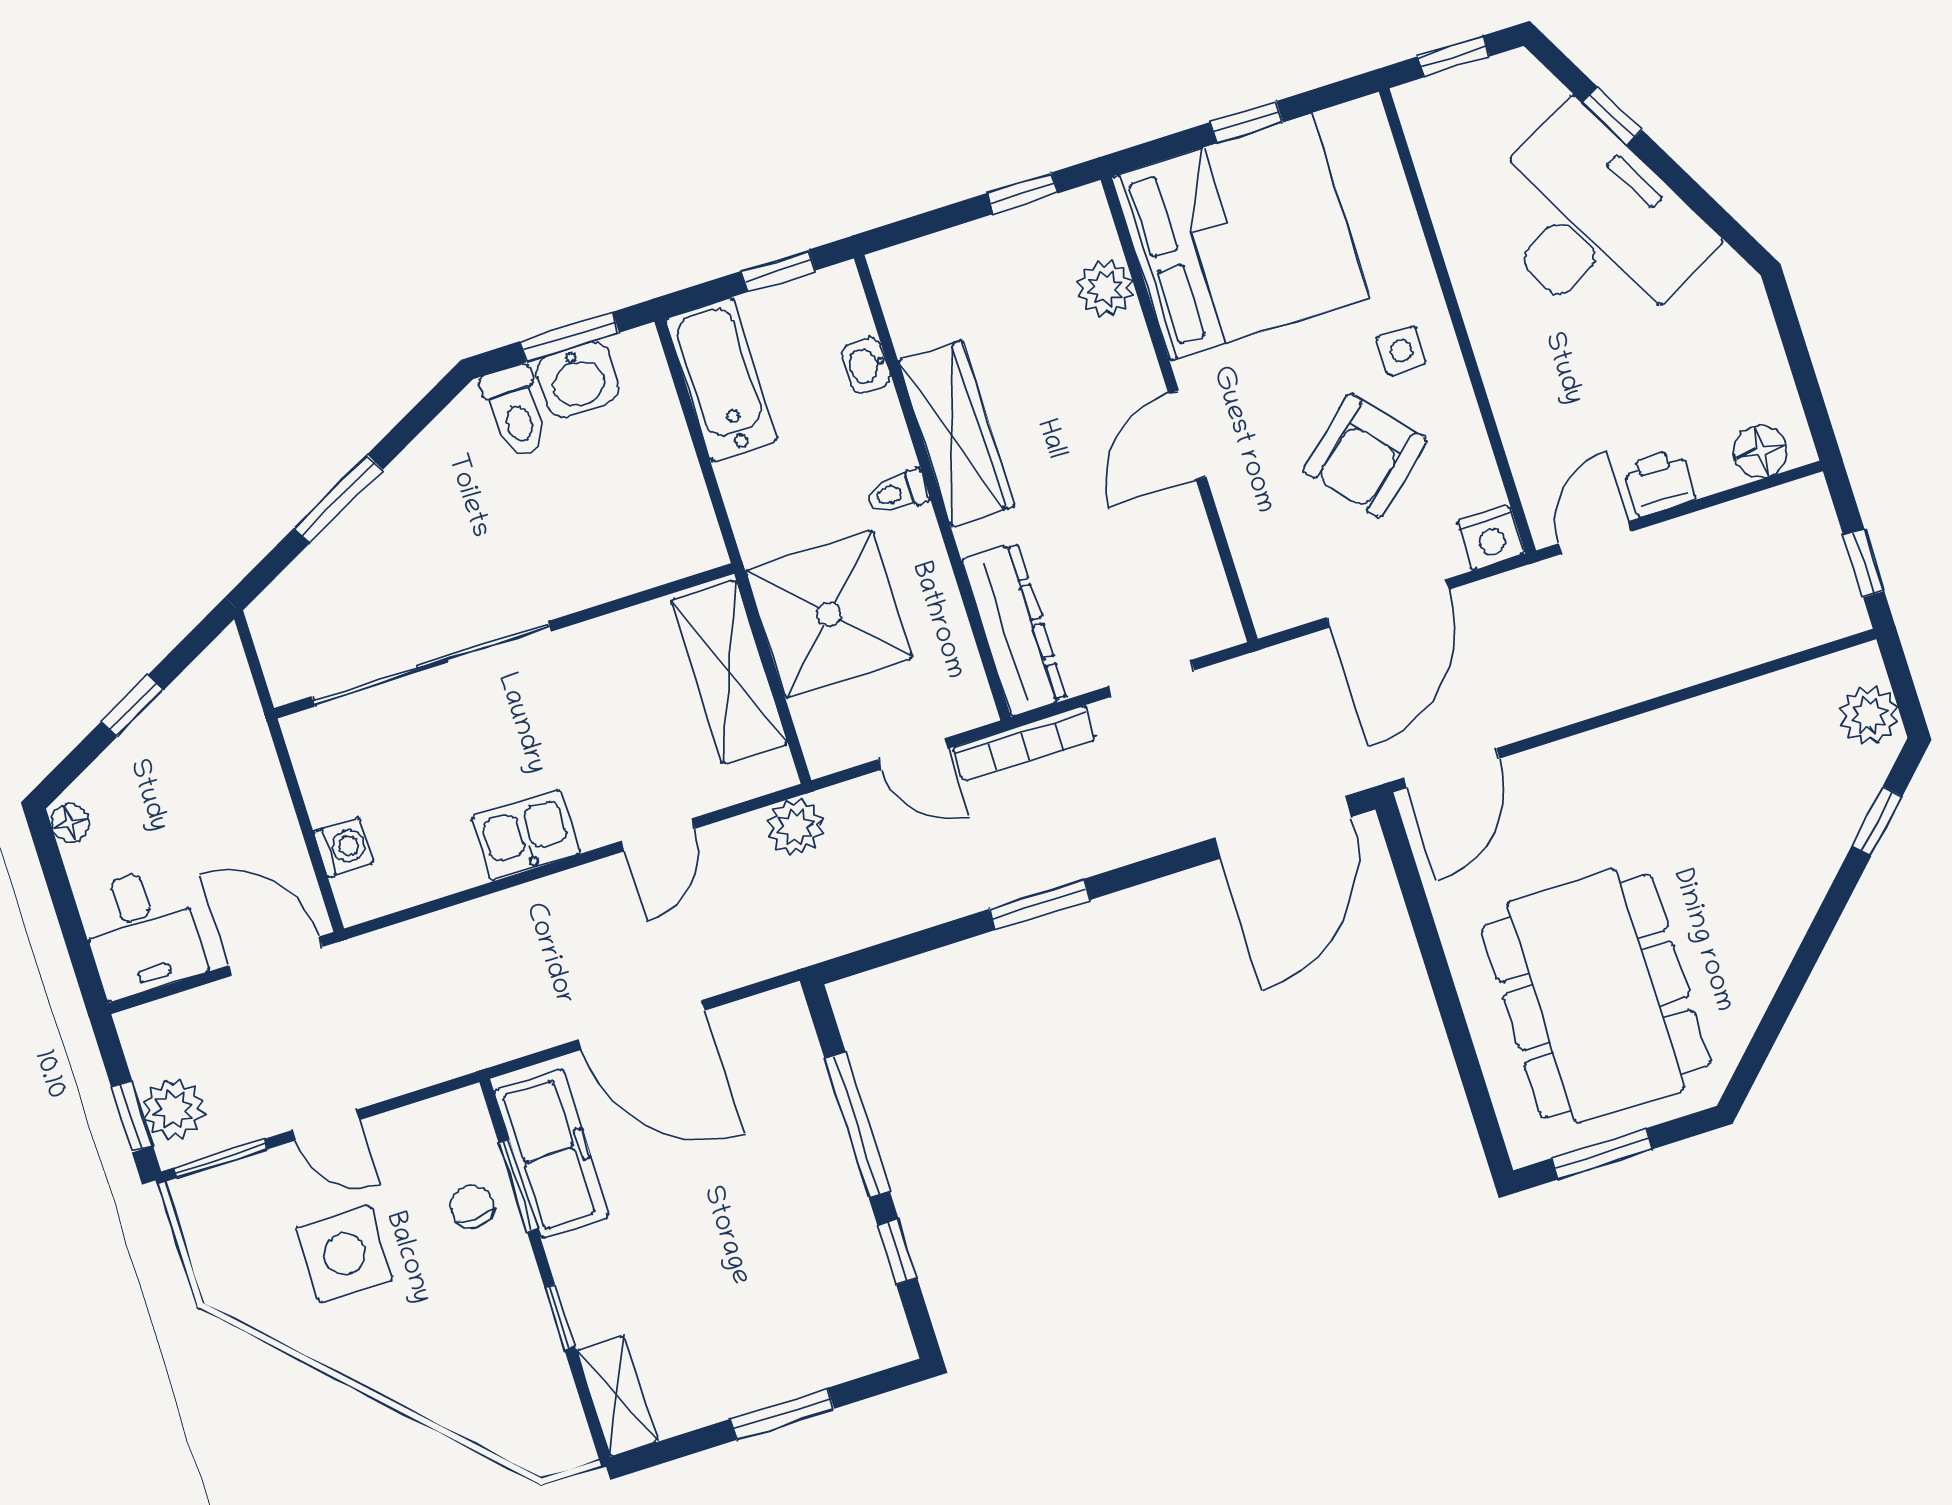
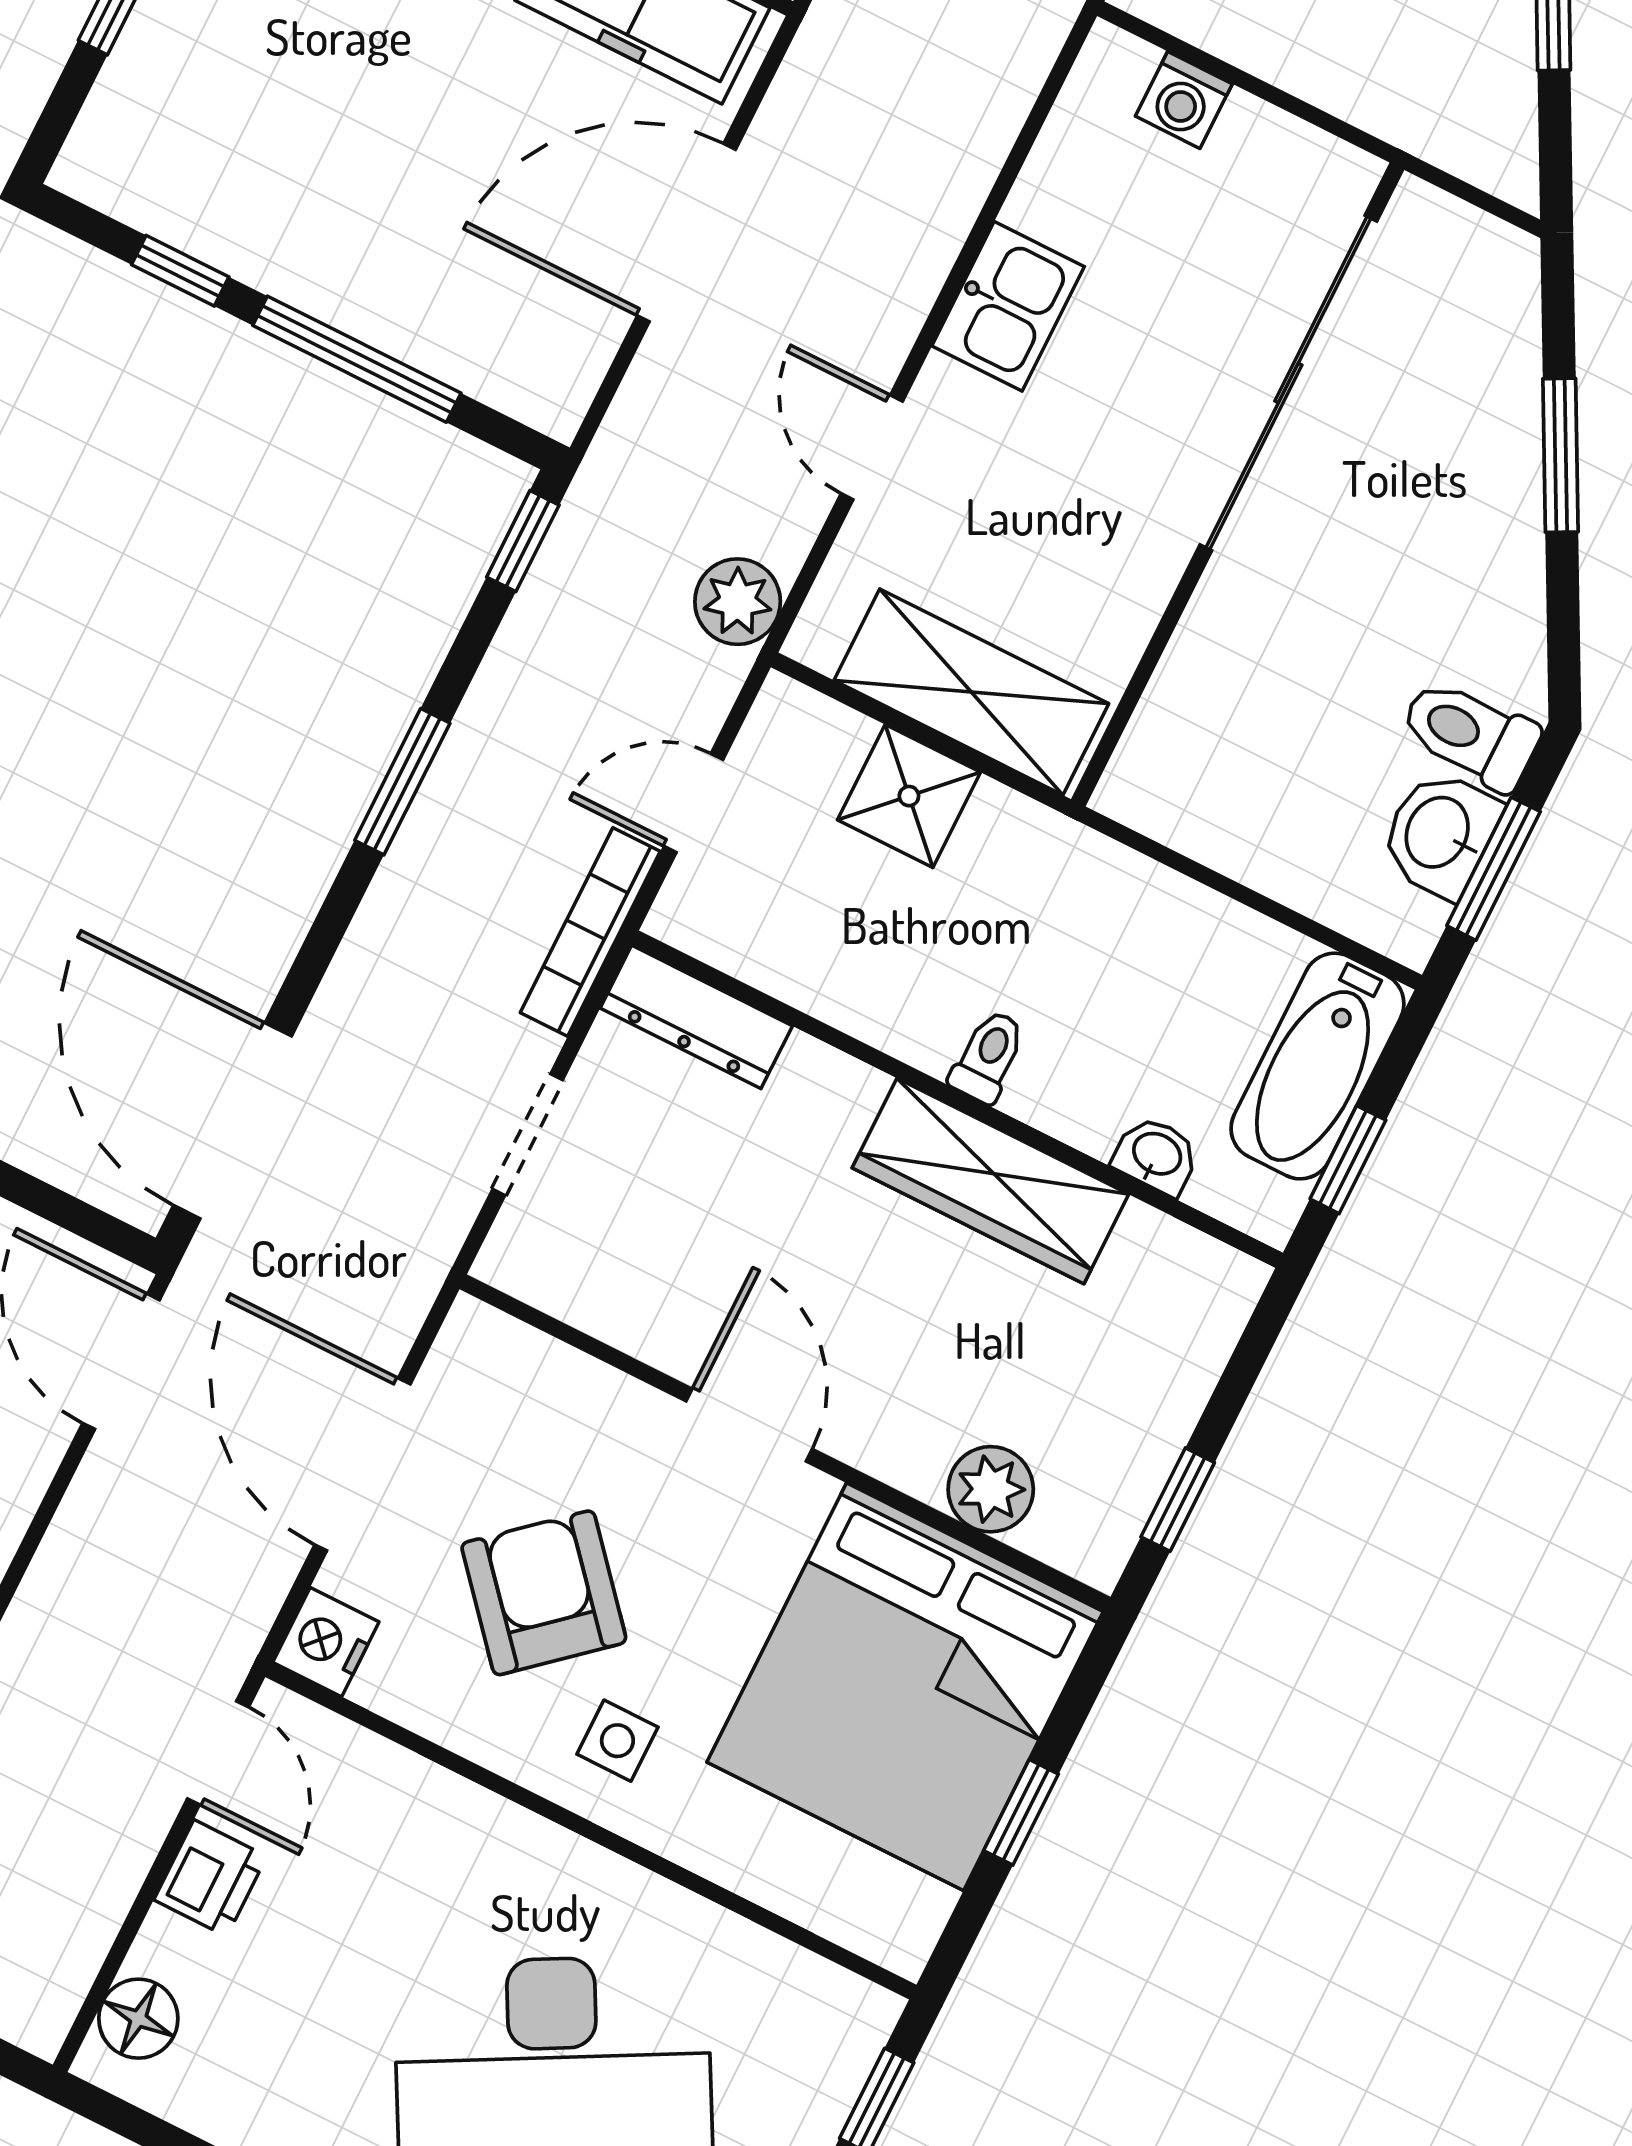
bathtub: (721, 379) -> (1317, 1066), moved, turned 90
shower: (829, 614) -> (909, 796), width x0.54, depth x0.54
dresser: (1014, 629) -> (696, 1017), width x0.73, depth x0.80
window: (867, 959) -> (523, 541), added

